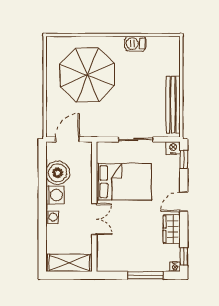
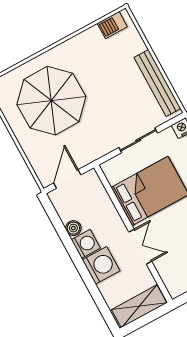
barbecue: (136, 44) -> (112, 25), moved
boiler: (58, 173) -> (73, 228), width x0.54, depth x0.54
washing machine: (52, 217) -> (101, 265), width x1.89, depth x1.89

